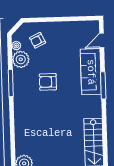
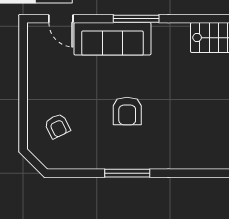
plant: (16, 46) -> (65, 162), removed
plant: (21, 59) -> (88, 155), removed

